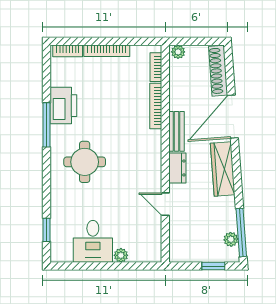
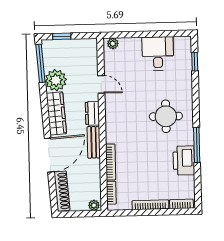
plant: (231, 239) -> (56, 80), moved, width x1.88, depth x1.88
plant: (121, 255) -> (113, 44), moved

